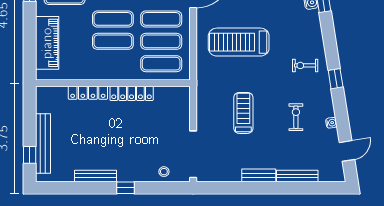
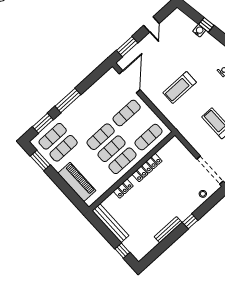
exercise mat: (161, 41) -> (122, 161), moved
treadmill: (239, 42) -> (180, 87), width x0.73, depth x0.73
locker: (88, 93) -> (123, 189), width x0.66
bench: (43, 143) -> (110, 223), moved

